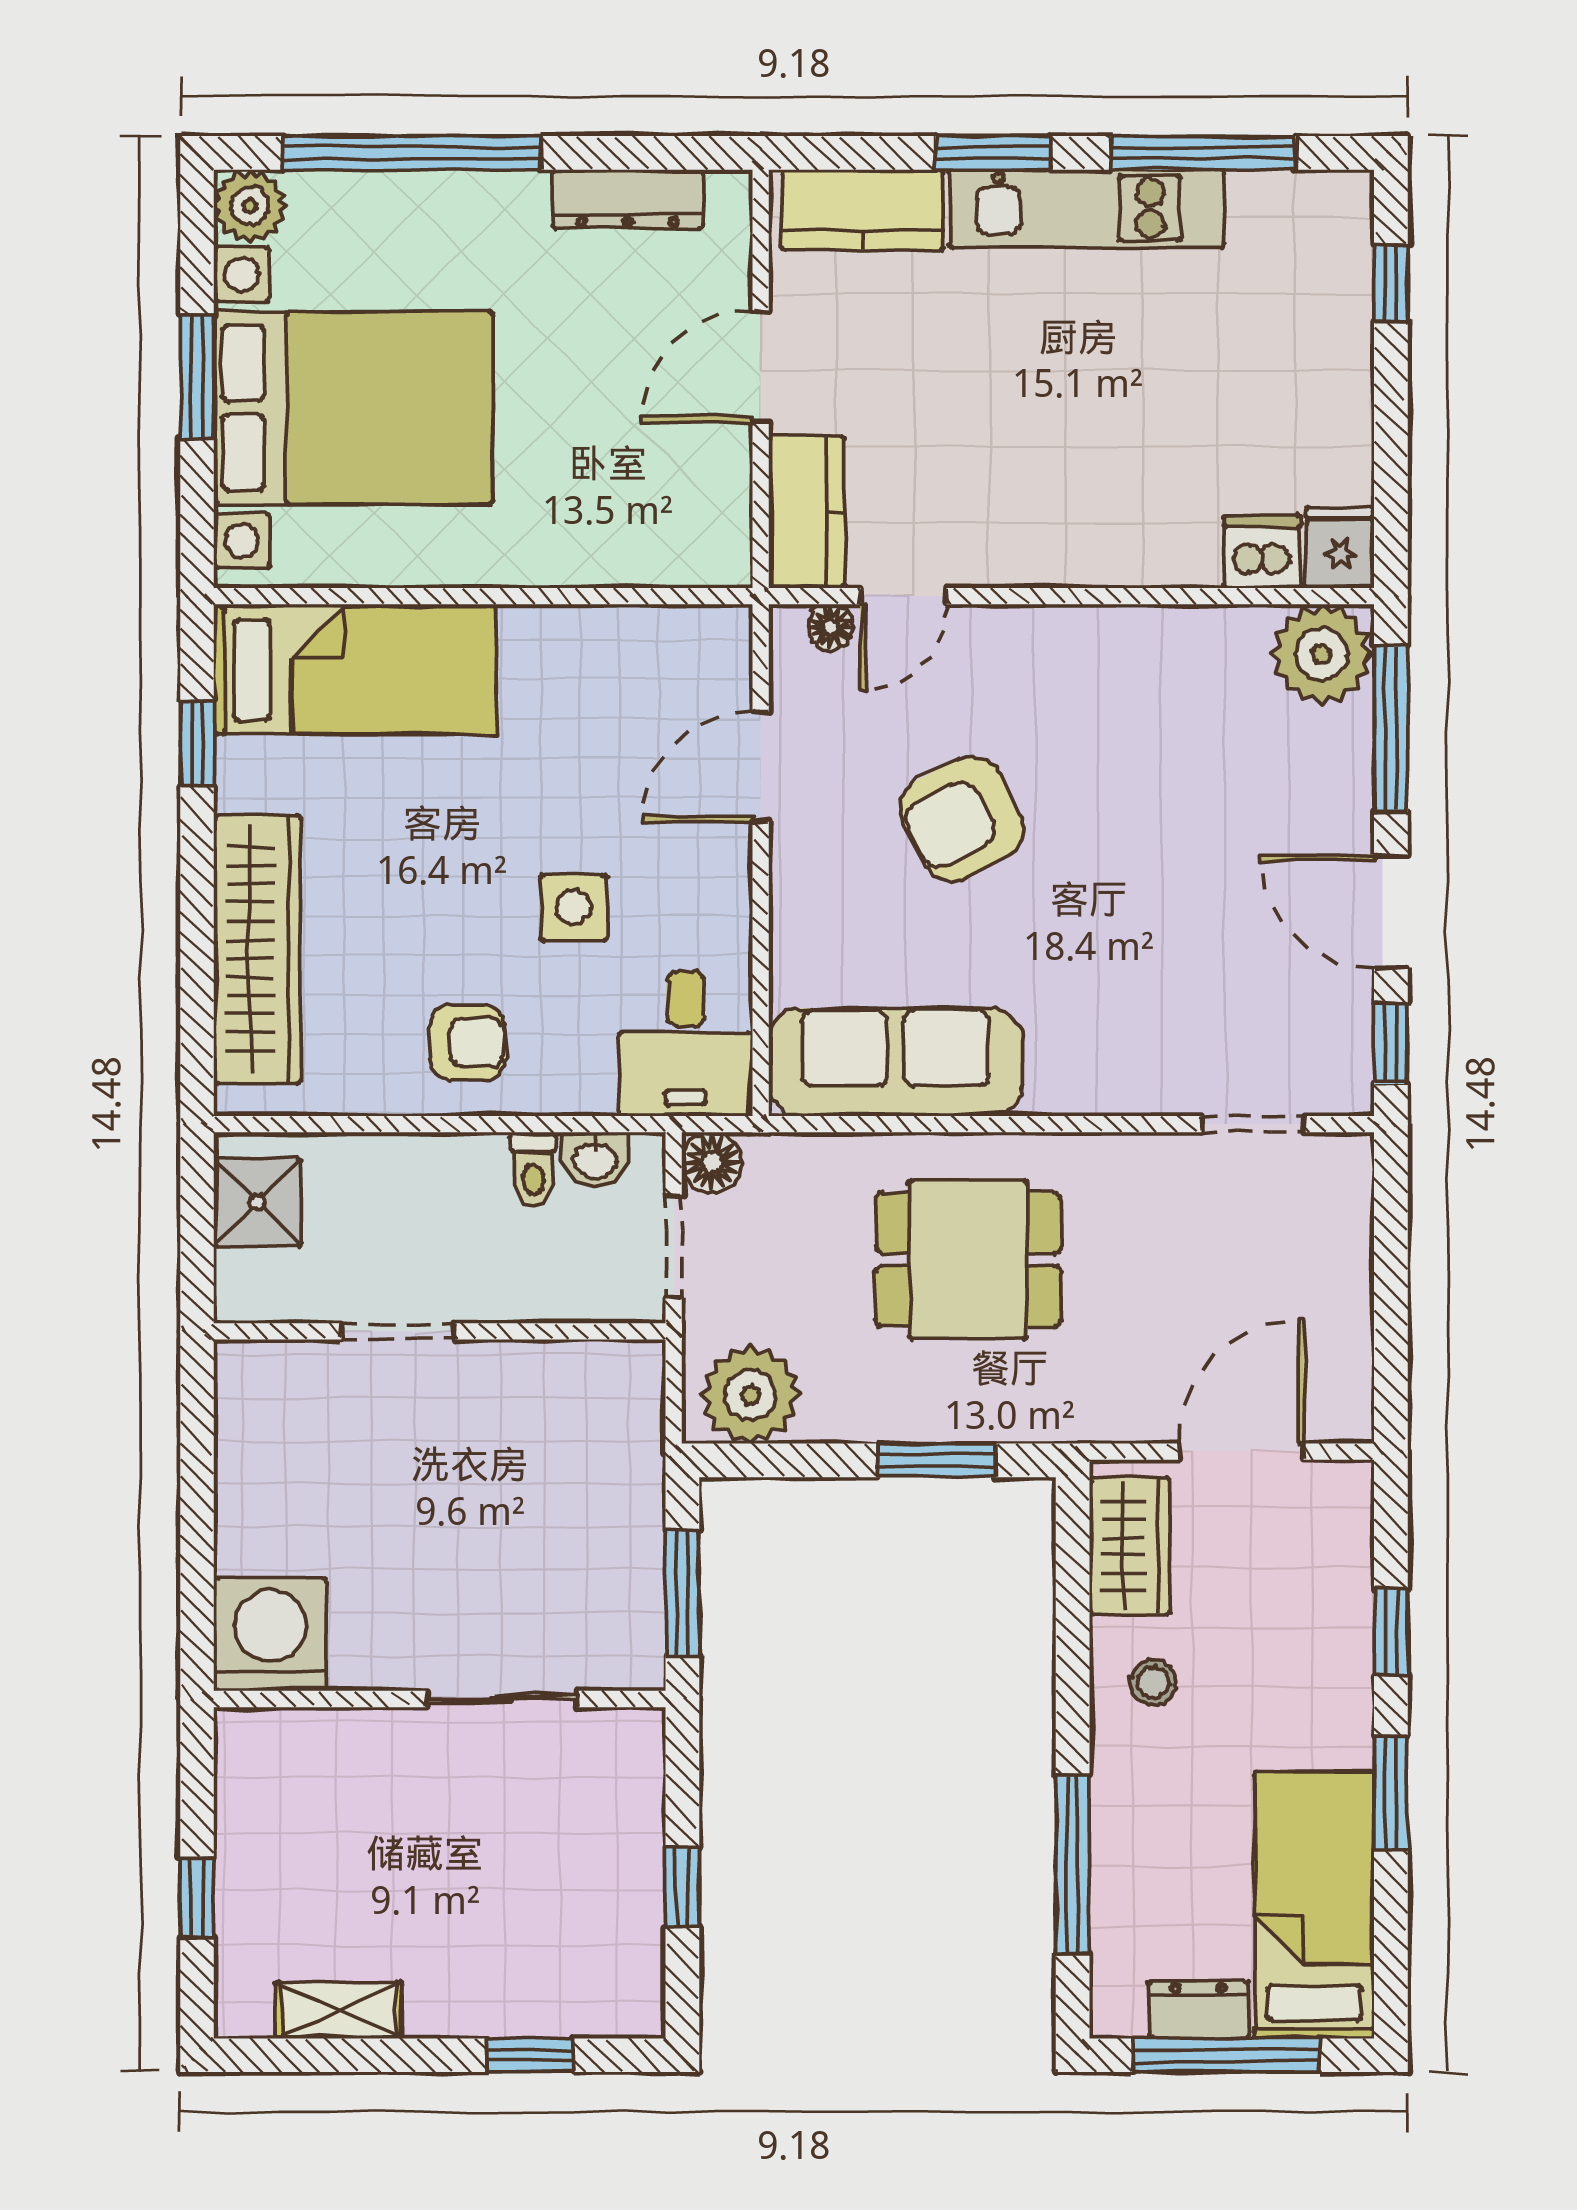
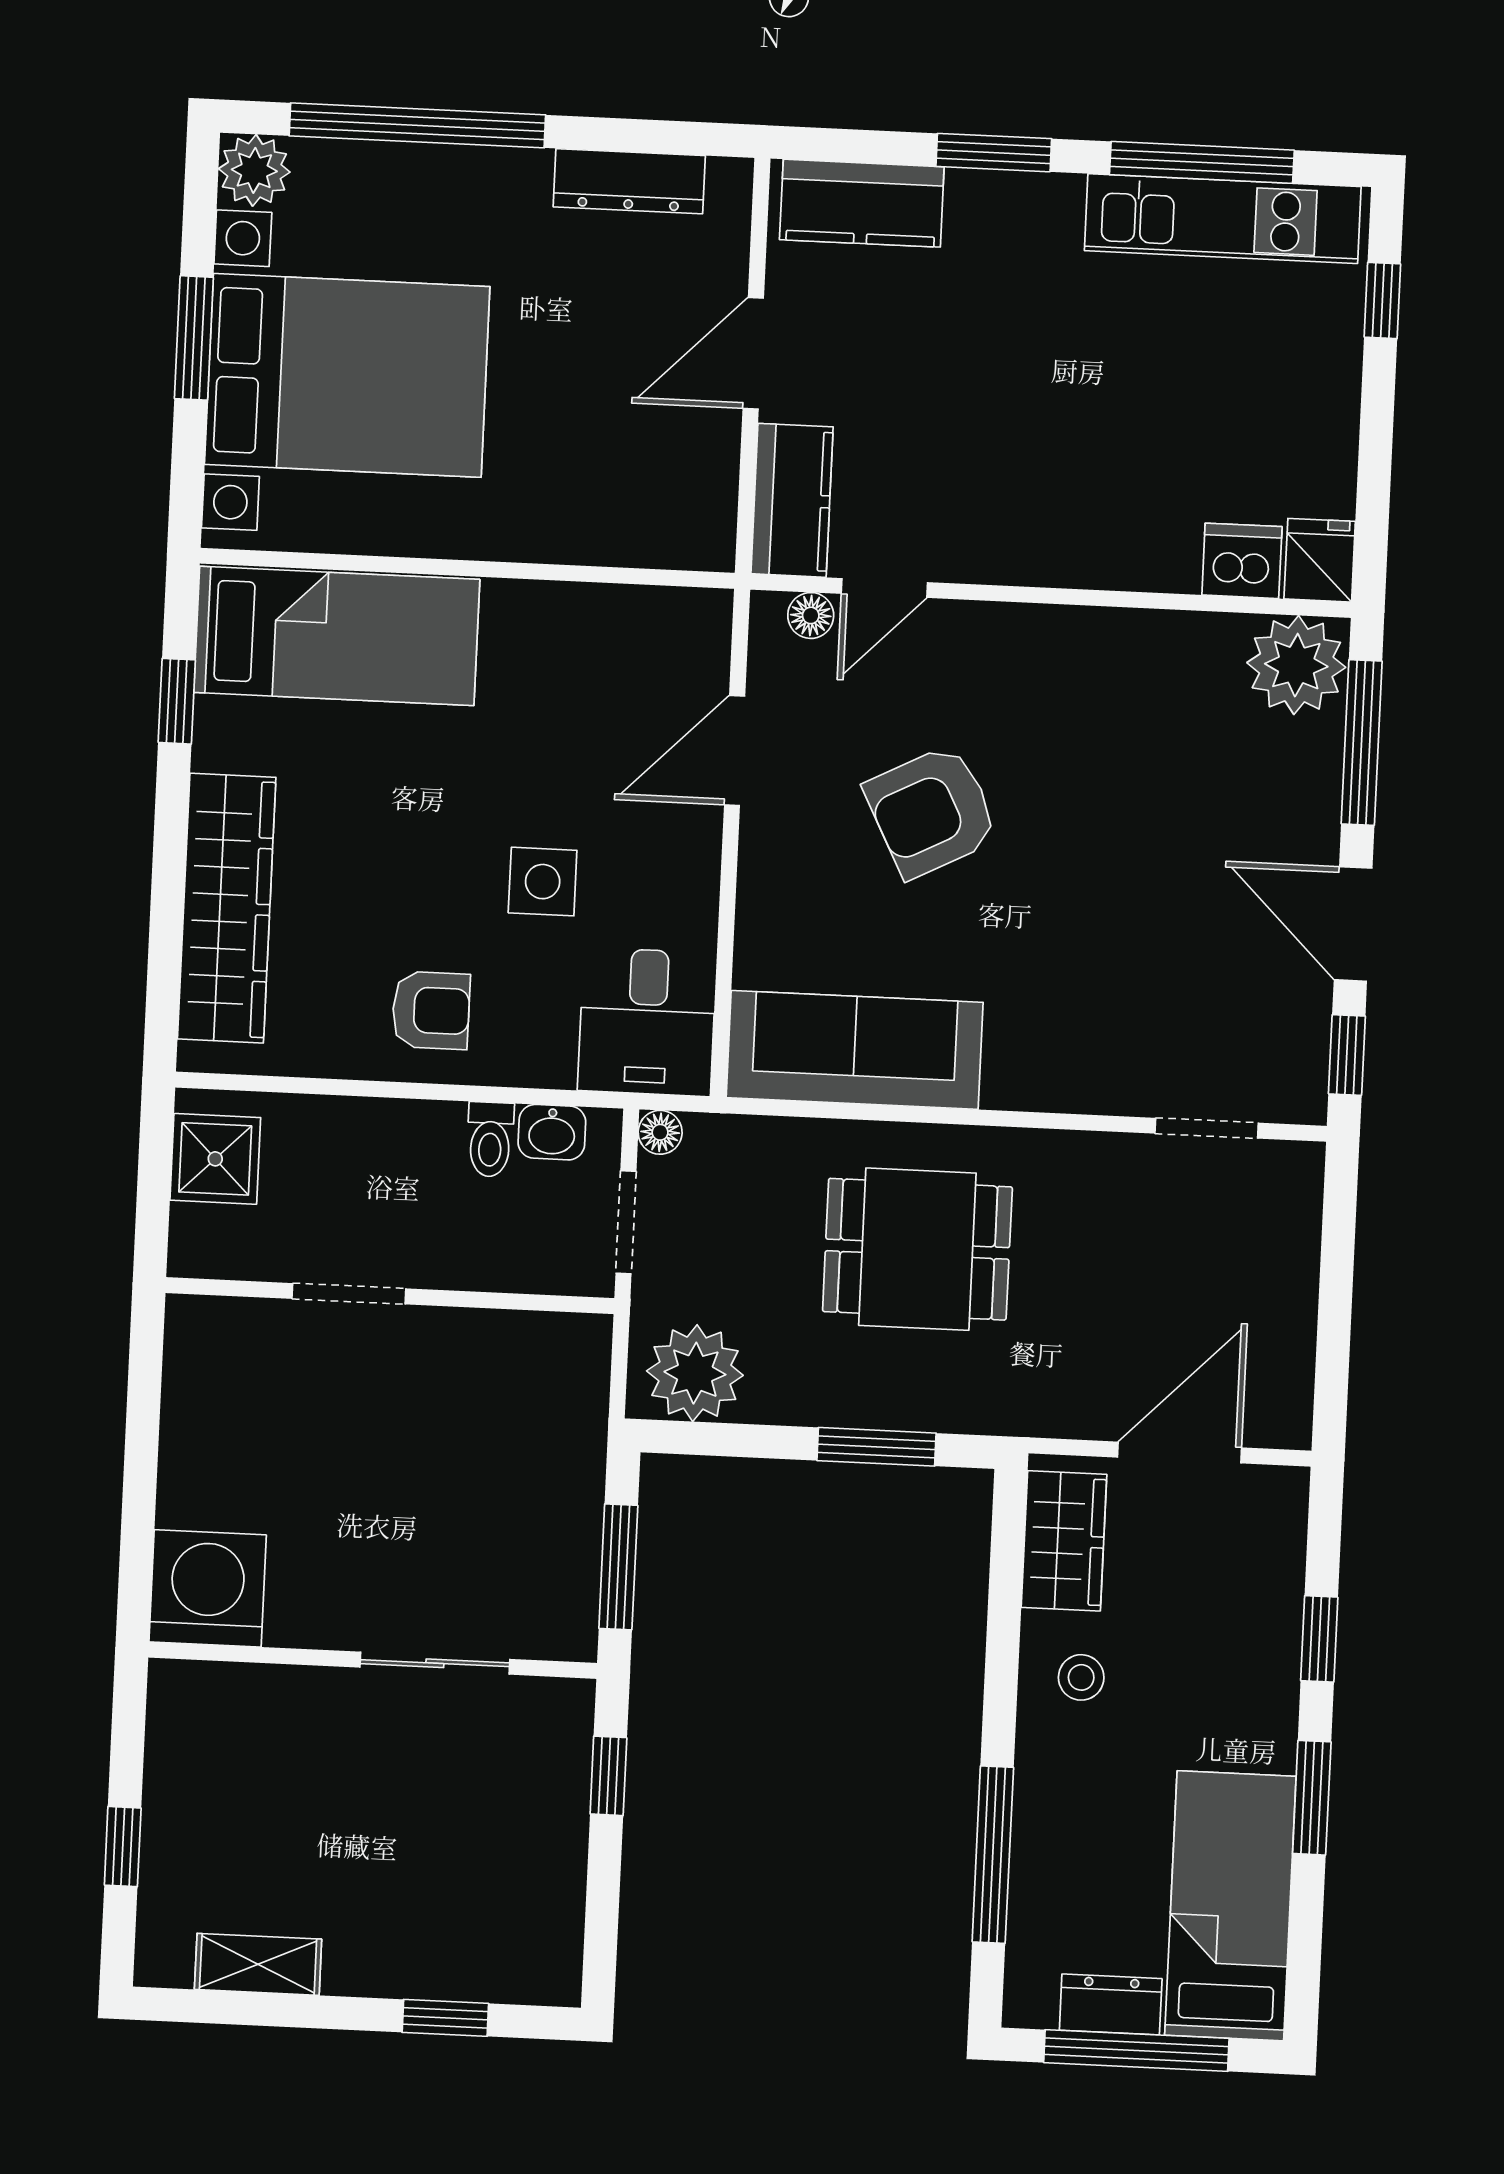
kitchen unit: (1087, 208) -> (1223, 219), moved
floor lamp: (712, 1162) -> (660, 1132), width x0.73, depth x0.73
window: (682, 1887) -> (608, 1776), moved

